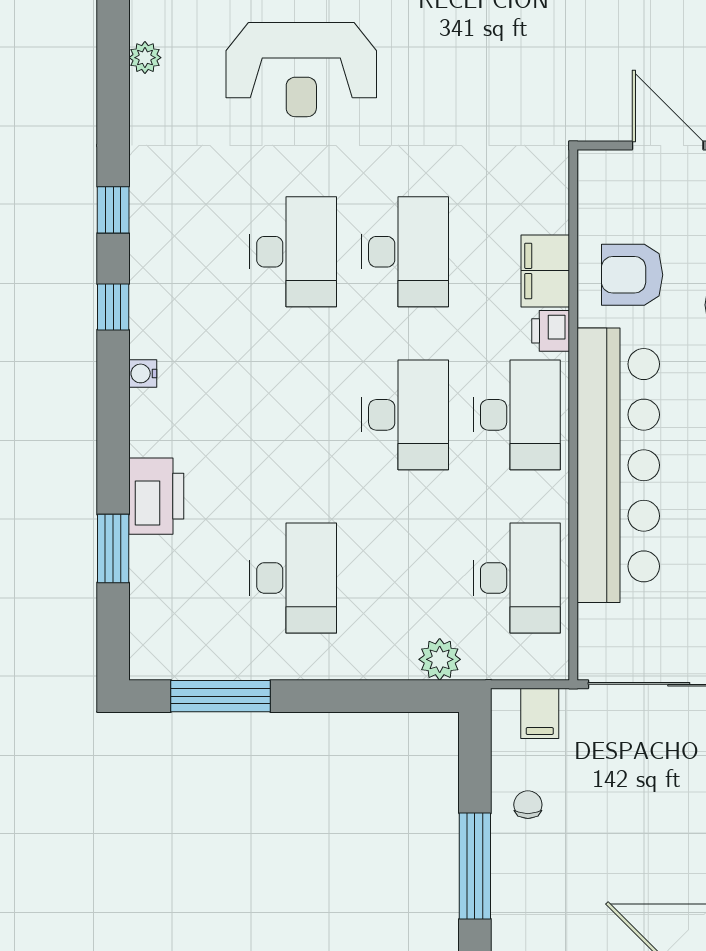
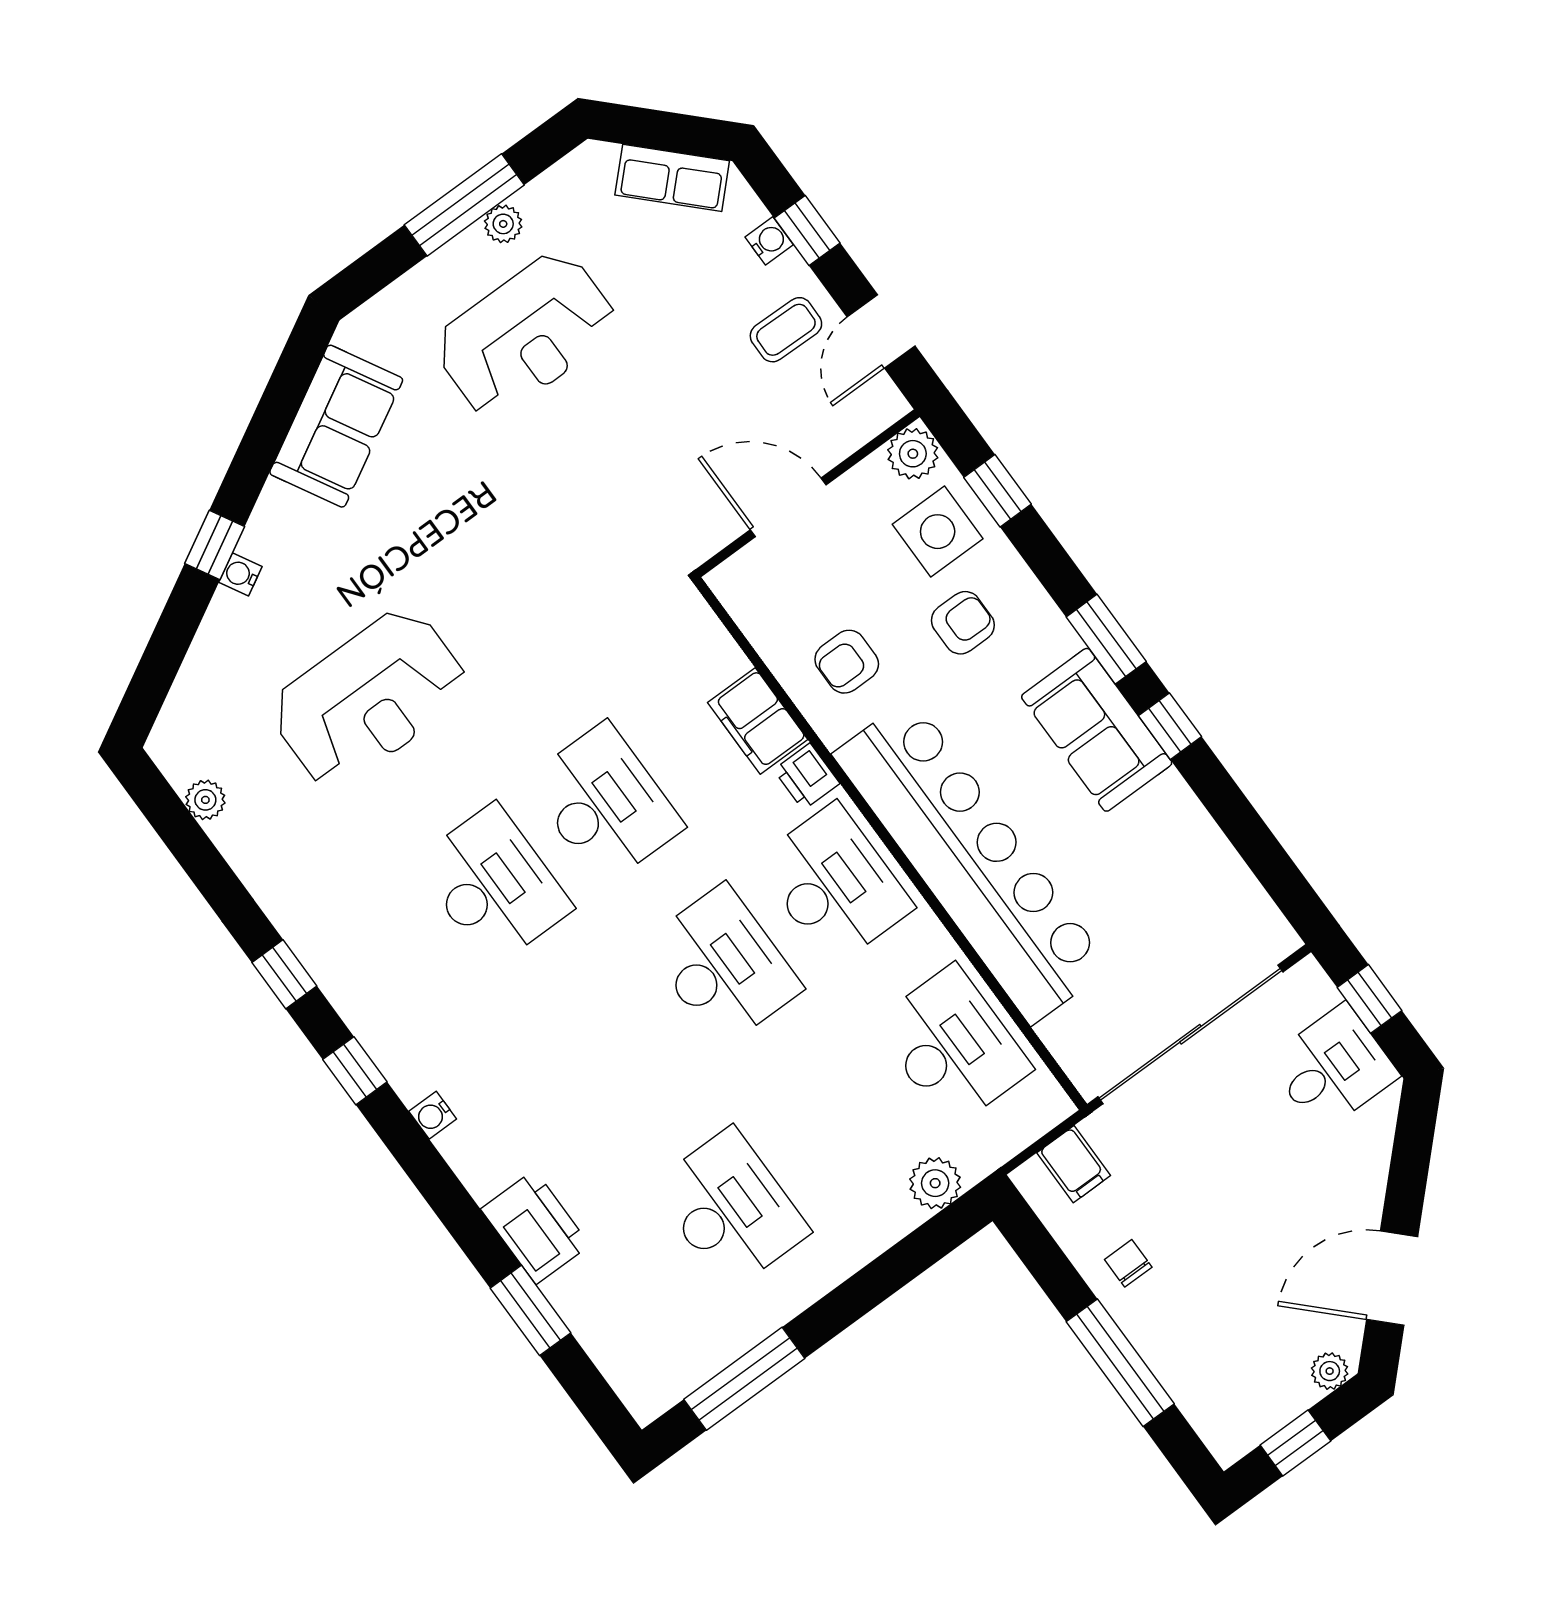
armchair: (632, 275) -> (847, 662), width x0.72, depth x0.72

